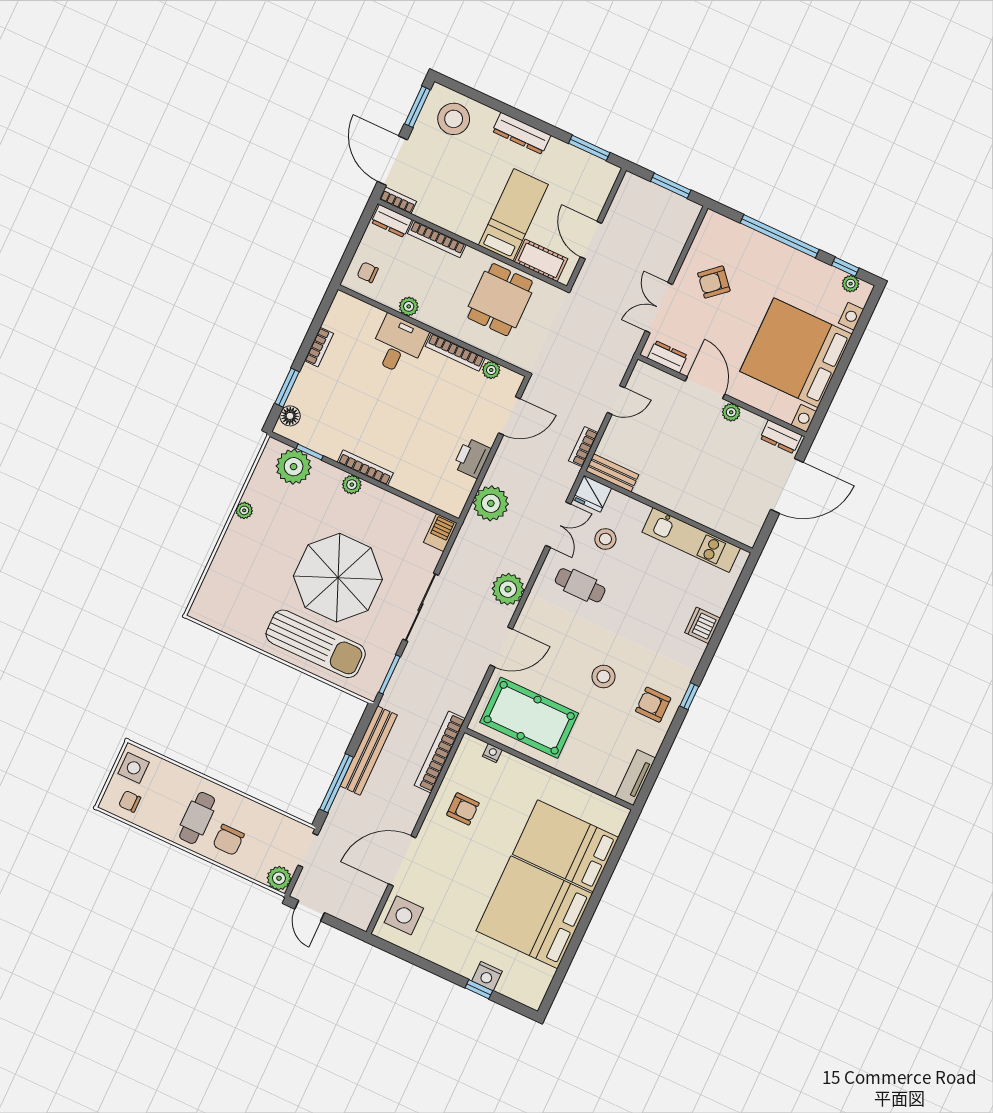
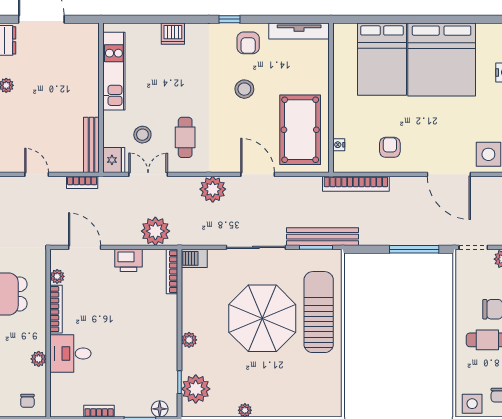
bookcase: (365, 468) -> (172, 272), moved
bench: (612, 473) -> (91, 145), width x1.36
bench: (369, 751) -> (323, 237), moved
tv unit: (635, 777) -> (299, 31), width x1.41

